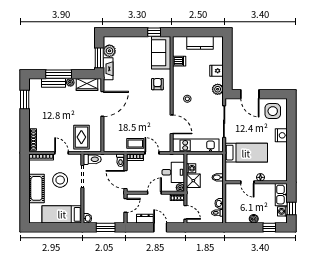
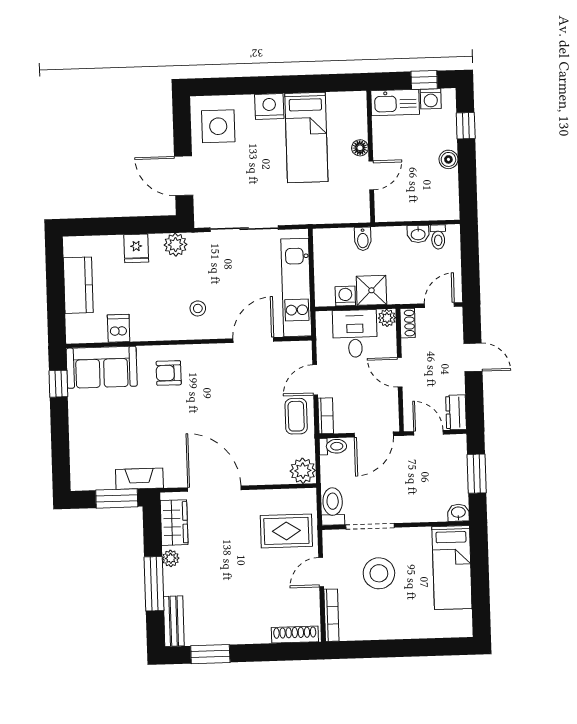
plant: (109, 51) -> (303, 471), moved
bench: (54, 83) -> (174, 621), moved
door: (250, 94) -> (184, 176), swing flipped
bed: (246, 153) -> (306, 137), moved, turned 180
cot: (36, 188) -> (398, 623), removed
dresser: (145, 219) -> (456, 412), moved
door: (160, 227) -> (473, 357), swing flipped

